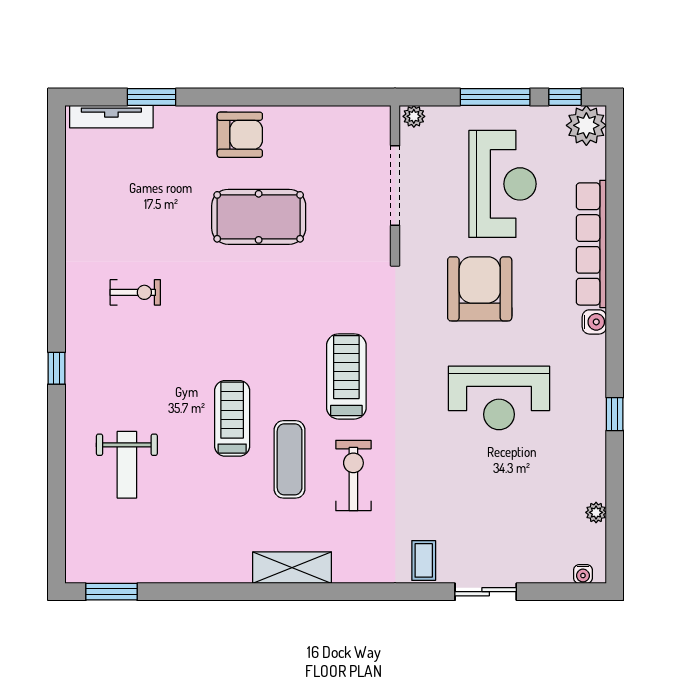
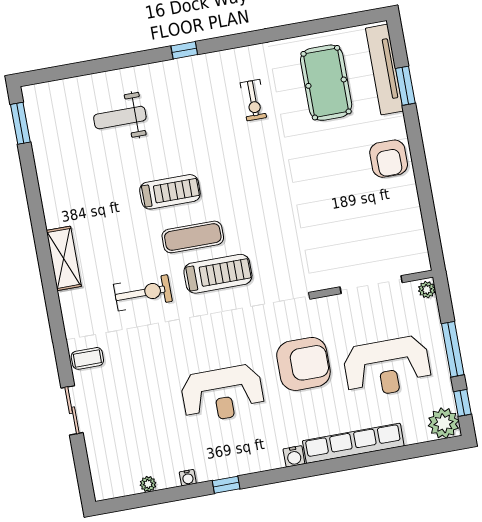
tv unit: (111, 117) -> (384, 70), width x1.36, depth x1.29
pool table: (259, 217) -> (326, 83), moved
reception desk: (499, 398) -> (223, 394), turned -90
exercise mat: (290, 459) -> (193, 237), moved
water cooler: (583, 574) -> (188, 478), moved, turned -90

